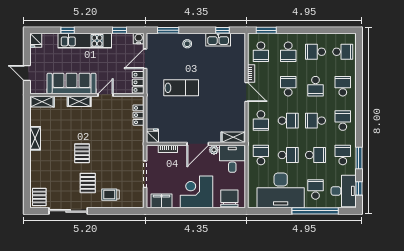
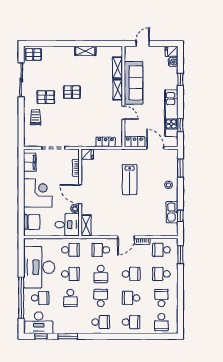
water cooler: (139, 38) -> (173, 62), moved
kitchen unit: (85, 41) -> (171, 113), moved
shelving: (42, 102) -> (117, 68), moved
school desk: (288, 155) -> (70, 274), turned -90
school desk: (343, 155) -> (70, 322), removed

